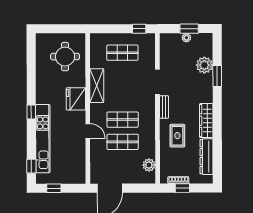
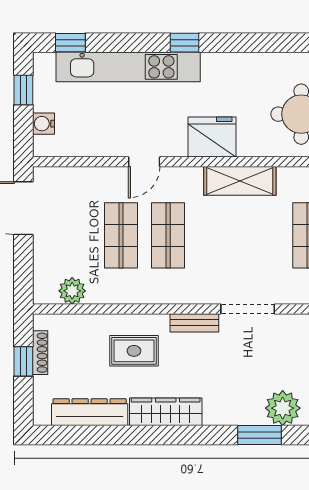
water cooler: (70, 179) -> (43, 124), added

